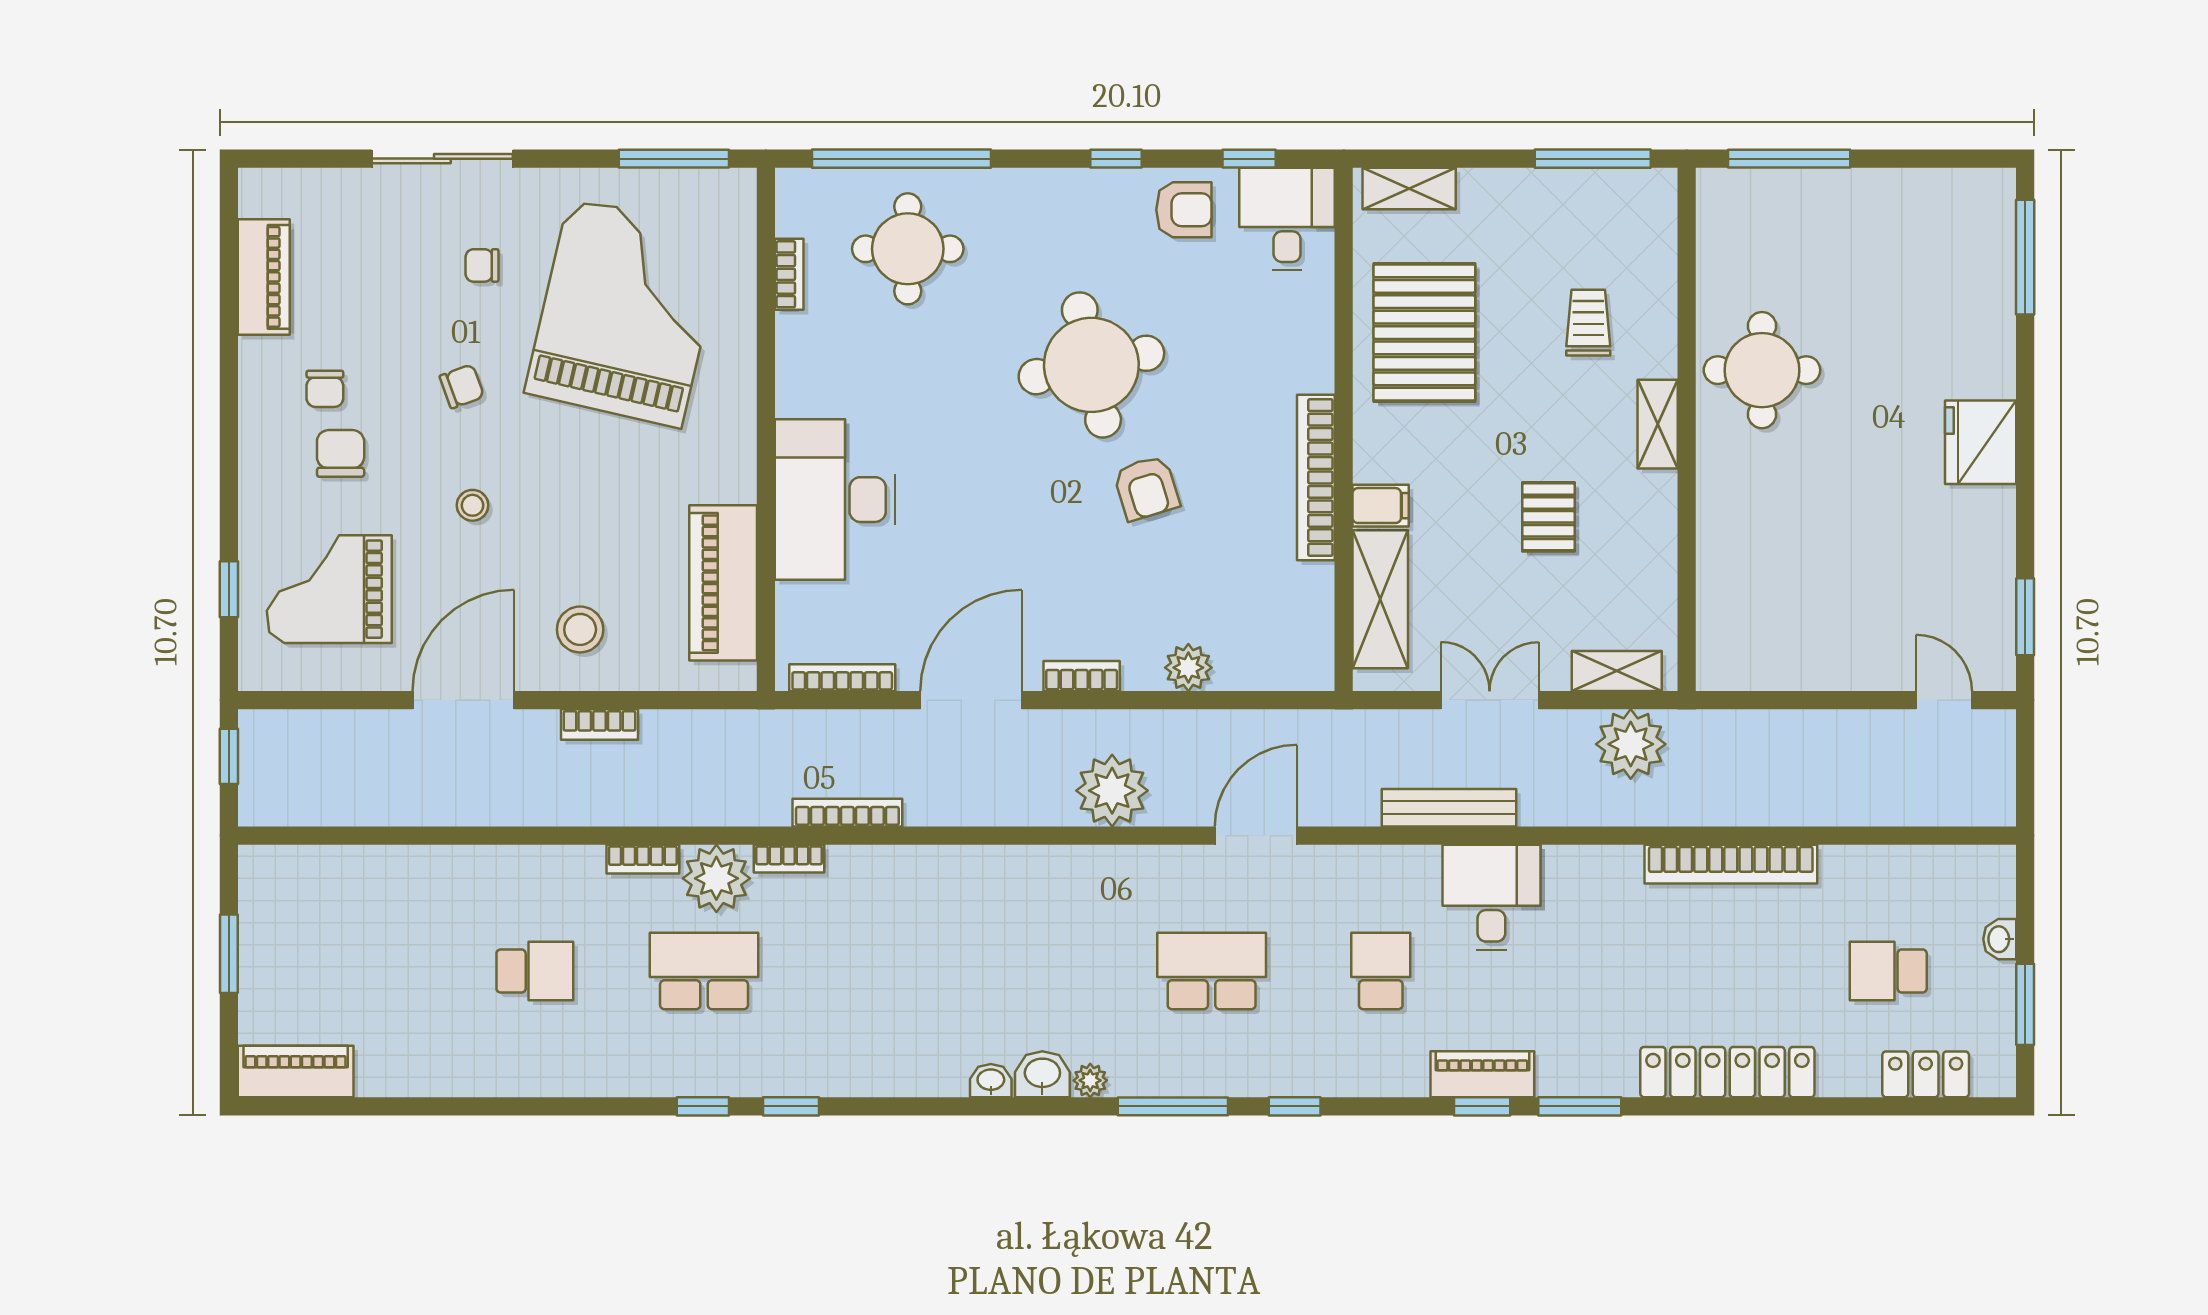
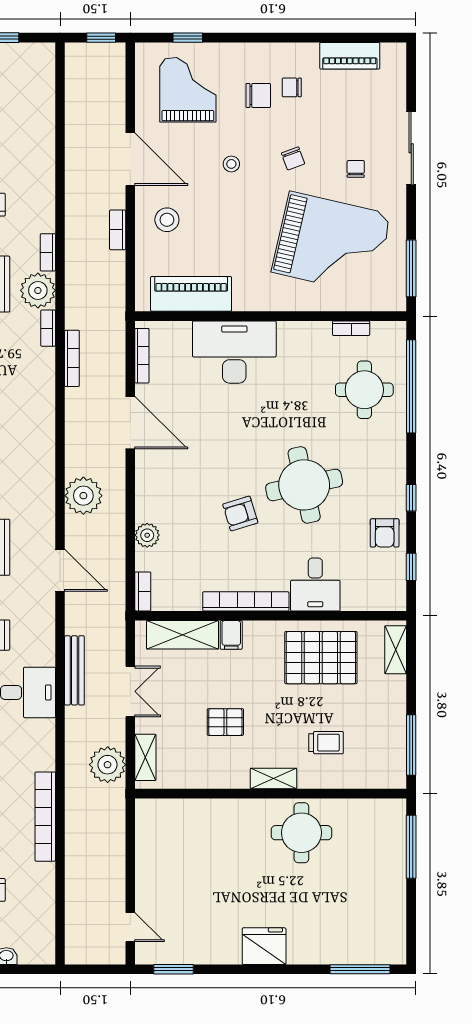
desk: (1287, 219) -> (315, 584), moved, turned 90
bookcase: (1082, 676) -> (143, 591), moved
door: (1944, 700) -> (130, 927), hinge flipped

